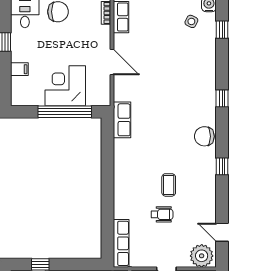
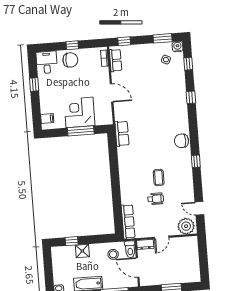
filing cabinet: (19, 69) -> (47, 119), moved
window: (222, 98) -> (191, 97), moved
window: (65, 112) -> (81, 131), width x0.68

